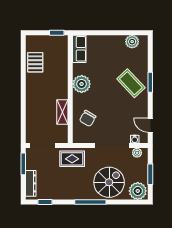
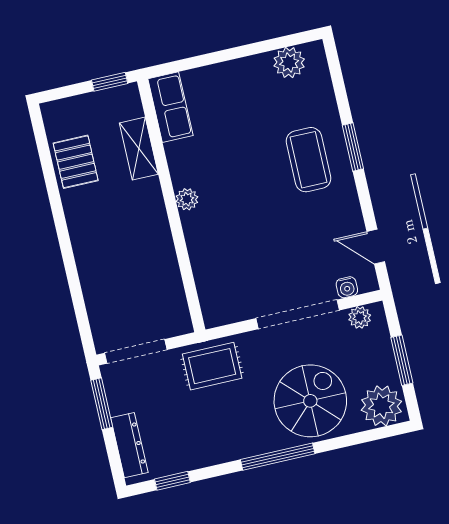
coffee table: (131, 83) -> (309, 160), turned 43
plant: (82, 84) -> (187, 199), width x0.53, depth x0.53
shelving: (62, 112) -> (139, 149), moved
chair: (88, 118) -> (227, 264), removed

